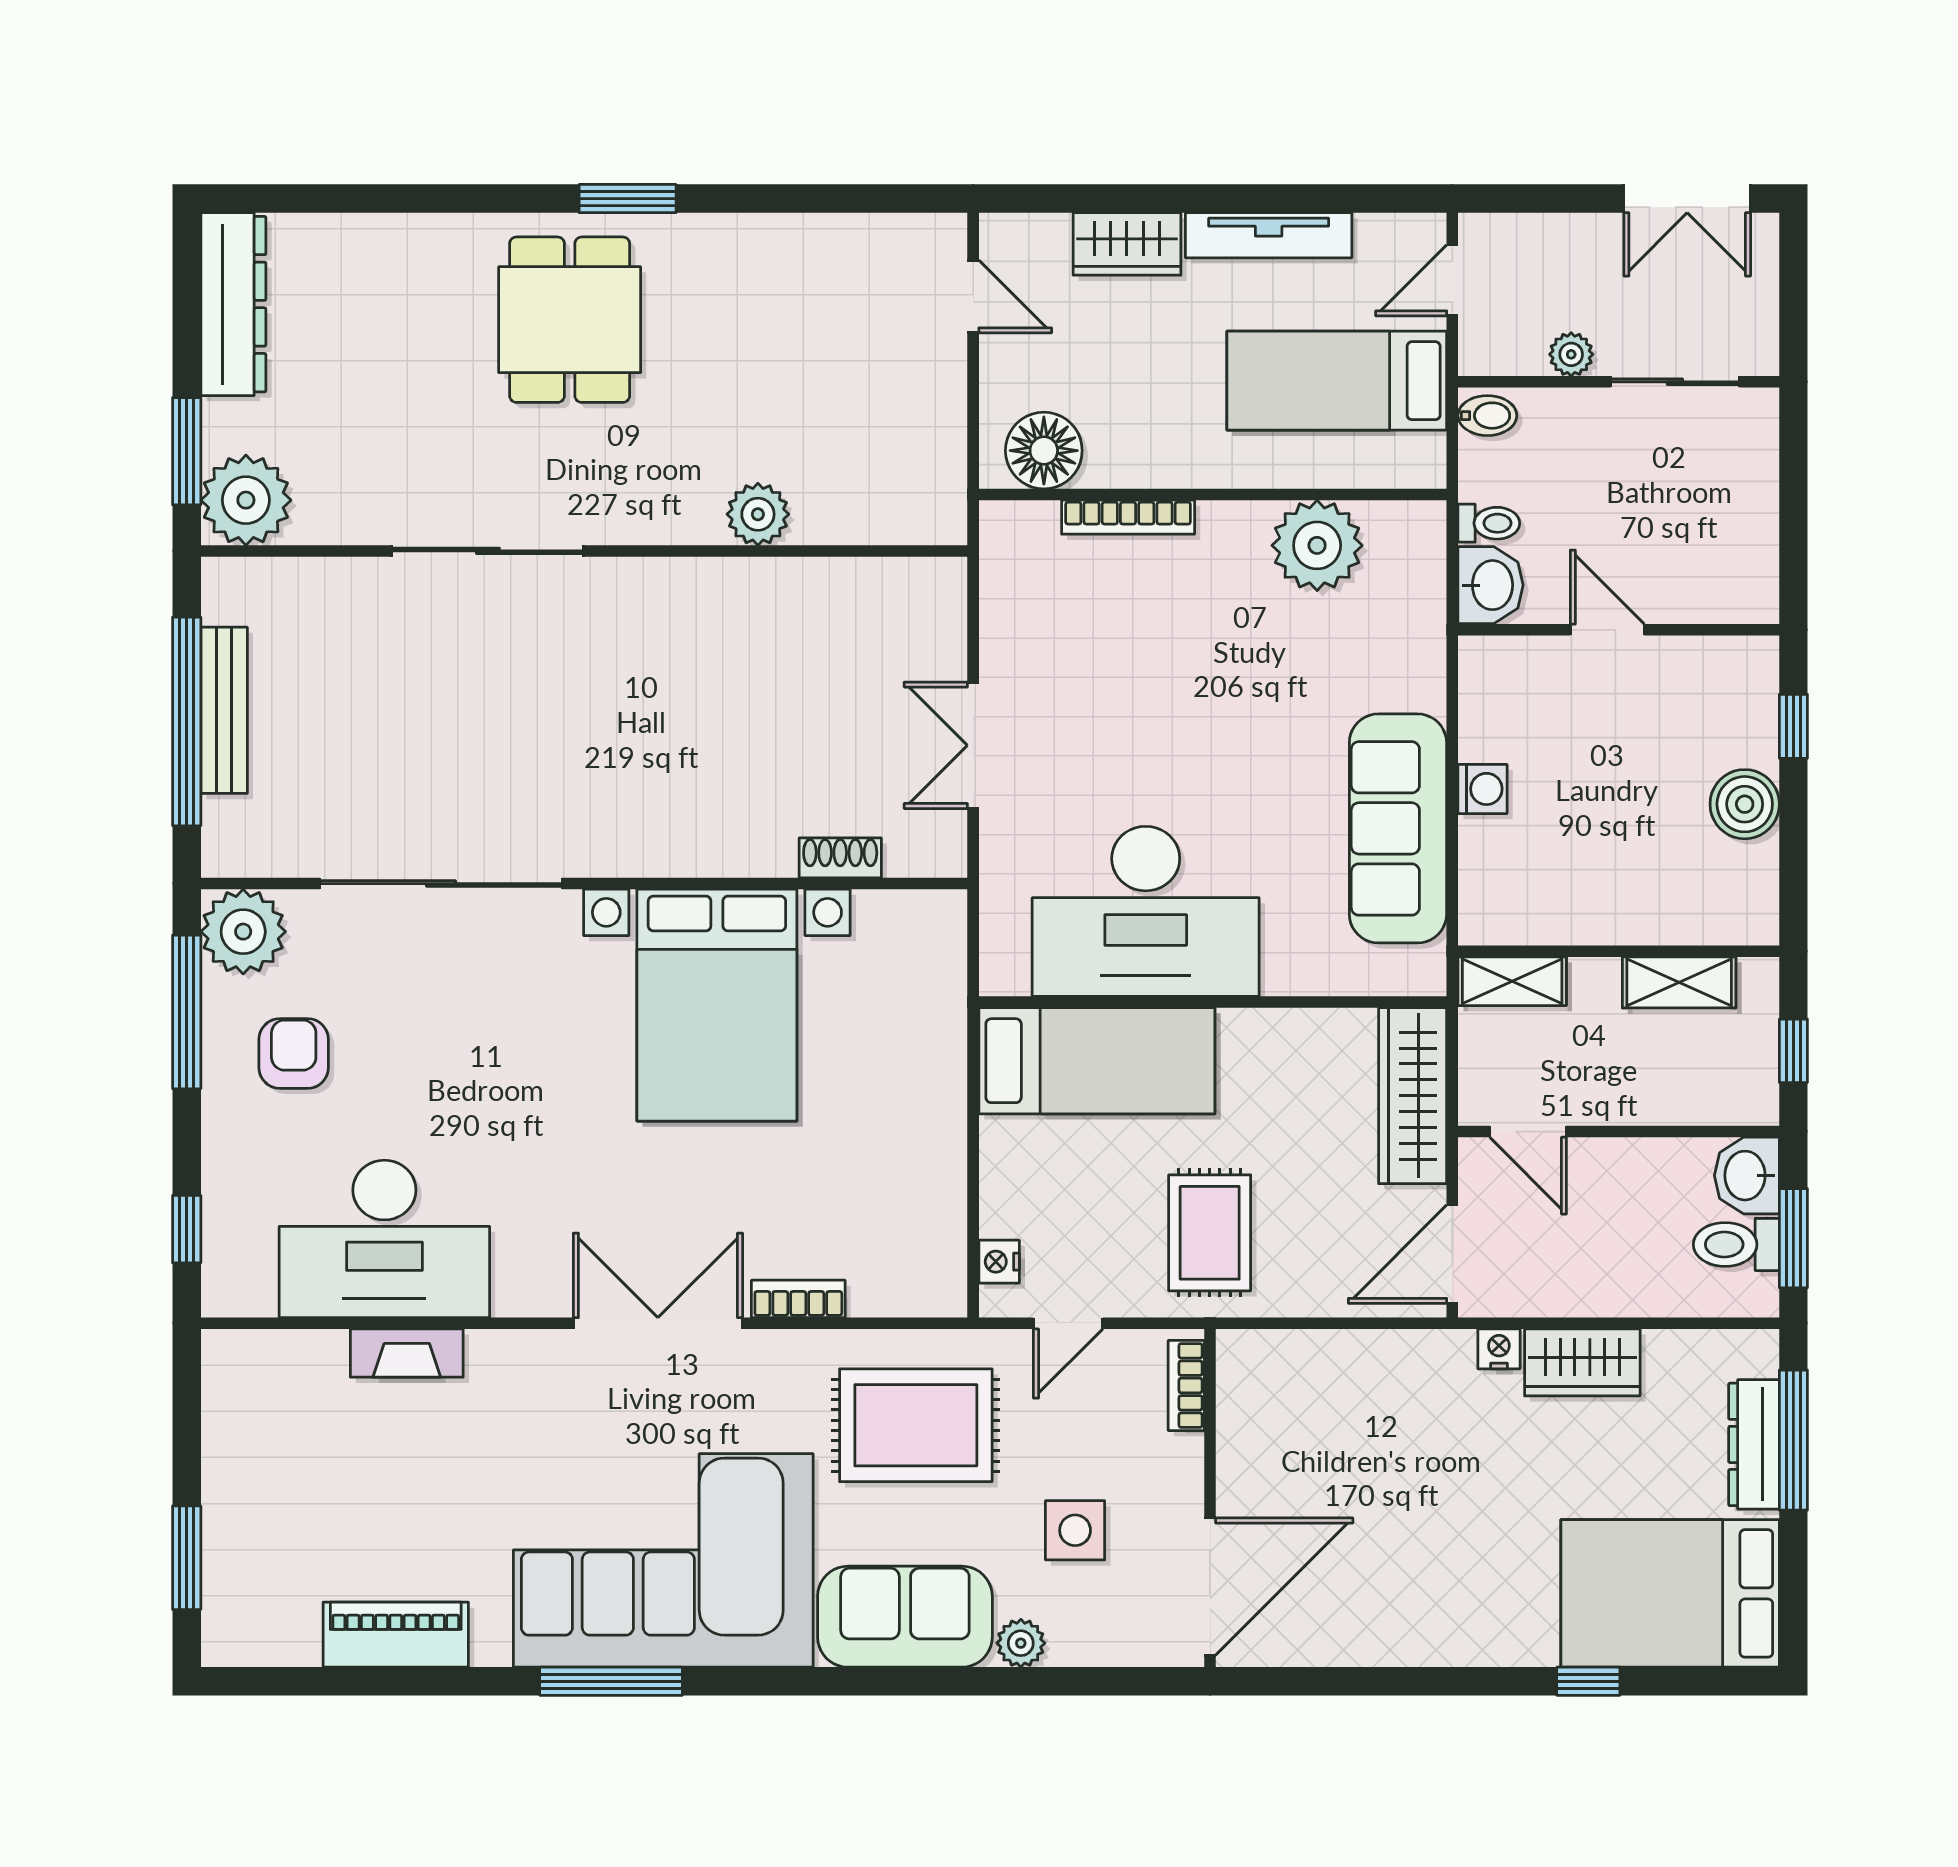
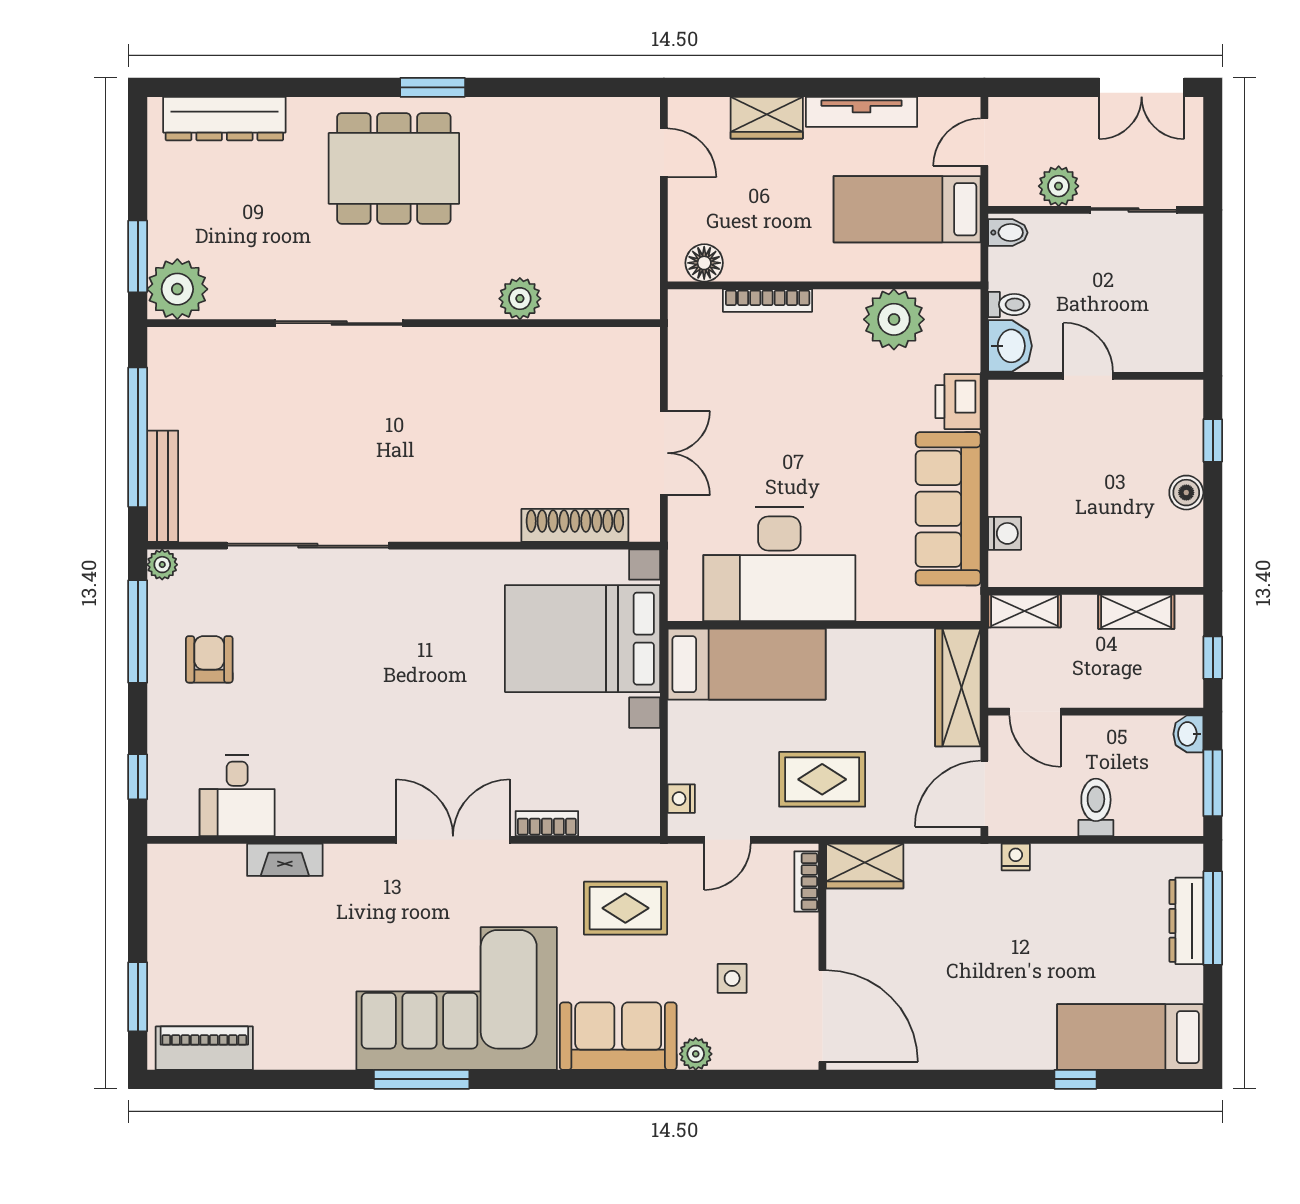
dresser: (233, 304) -> (224, 119), moved, turned 90
dining table: (570, 320) -> (394, 168), width x1.38
plant: (1571, 354) -> (1059, 186), width x1.38, depth x1.38
floor lamp: (1044, 451) -> (704, 263), width x0.73, depth x0.73
printer: (1413, 668) -> (958, 402), added
bench: (224, 710) -> (163, 486), moved
double door: (973, 745) -> (664, 453), swing flipped
washing machine: (1482, 789) -> (1005, 533), moved
boiler: (1745, 804) -> (1186, 493), width x0.73, depth x0.73
shoe rack: (840, 858) -> (575, 525), width x1.94, depth x1.24
plant: (243, 932) -> (162, 565), width x0.53, depth x0.53
bed with nightstands: (717, 1005) -> (583, 639), moved, turned 90
washbasin: (1747, 1176) -> (1188, 734), width x0.72, depth x0.69
rug: (1210, 1233) -> (822, 779), turned 90
desk: (384, 1239) -> (237, 796), width x0.53, depth x0.77
toilet: (1736, 1244) -> (1096, 807), moved, turned 90
wardrobe: (1582, 1362) -> (865, 866), moved
rug: (916, 1425) -> (625, 908), width x0.73, depth x0.70
side table: (1075, 1530) -> (732, 978), width x0.73, depth x0.73
door: (1210, 1587) -> (822, 1016), hinge flipped
bed: (1670, 1593) -> (1130, 1037), width x0.67
piano: (396, 1635) -> (204, 1048), moved

